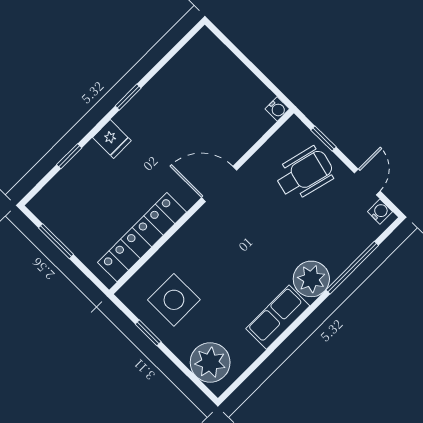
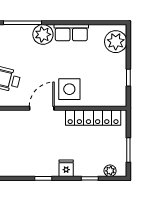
door: (219, 184) -> (42, 108), swing flipped
plant: (53, 192) -> (110, 171), added
side table: (174, 300) -> (69, 89), moved

